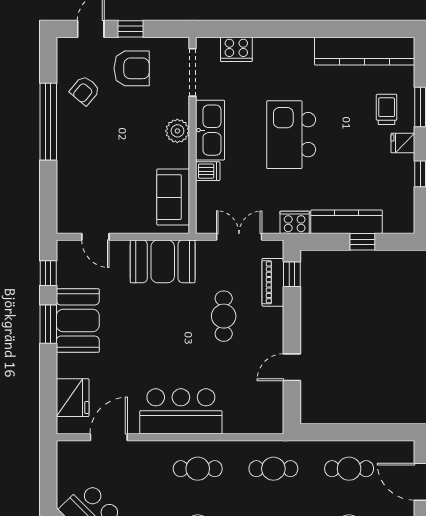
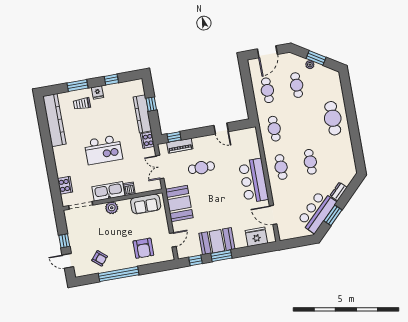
armchair: (132, 68) -> (143, 248), moved, turned 180

